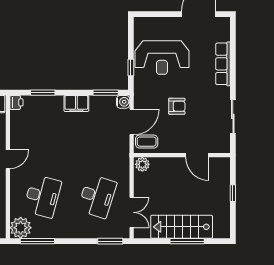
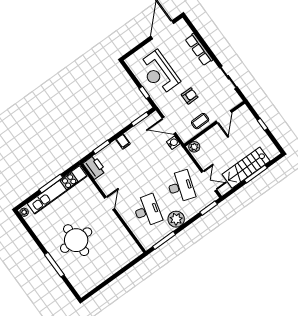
reception desk: (162, 58) -> (159, 73), turned 90
printer: (16, 102) -> (94, 167), width x1.87, depth x1.48
water cooler: (123, 102) -> (173, 143), moved
filing cabinet: (76, 104) -> (123, 142), width x0.50
door: (132, 122) -> (169, 126), swing flipped
coffee table: (147, 142) -> (200, 121), moved
door: (197, 155) -> (224, 117), hinge flipped
plant: (21, 228) -> (176, 219), moved

